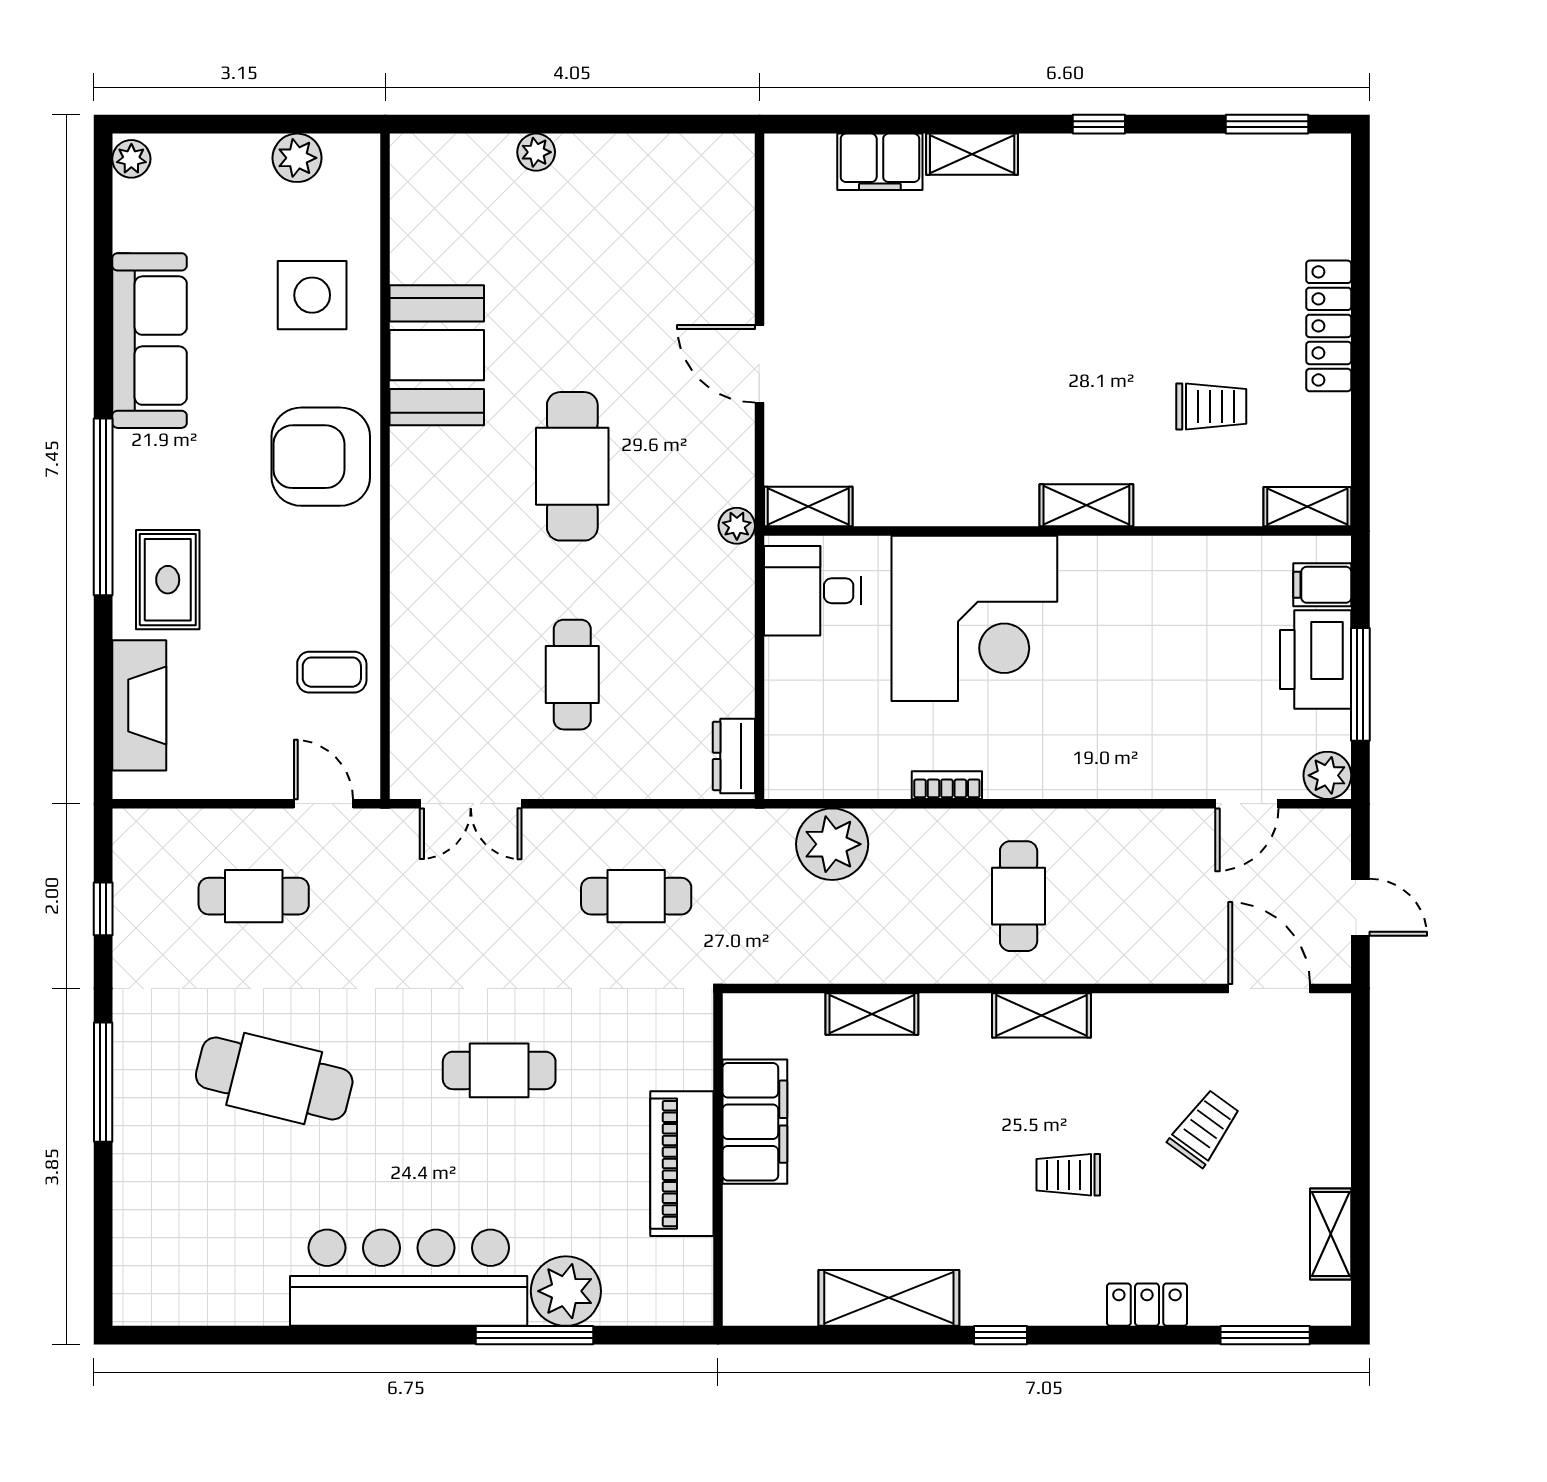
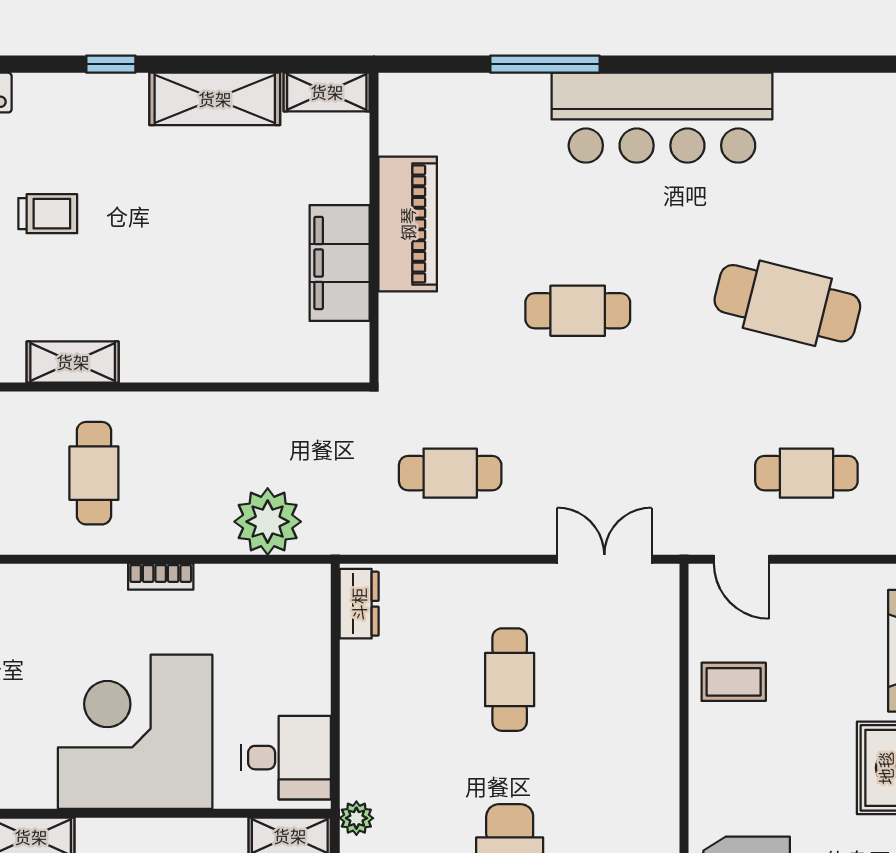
shelving: (872, 1014) -> (327, 92), moved
plant: (566, 1291) -> (516, 105), removed

